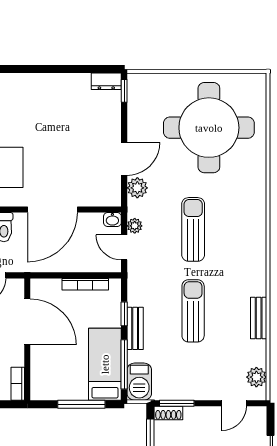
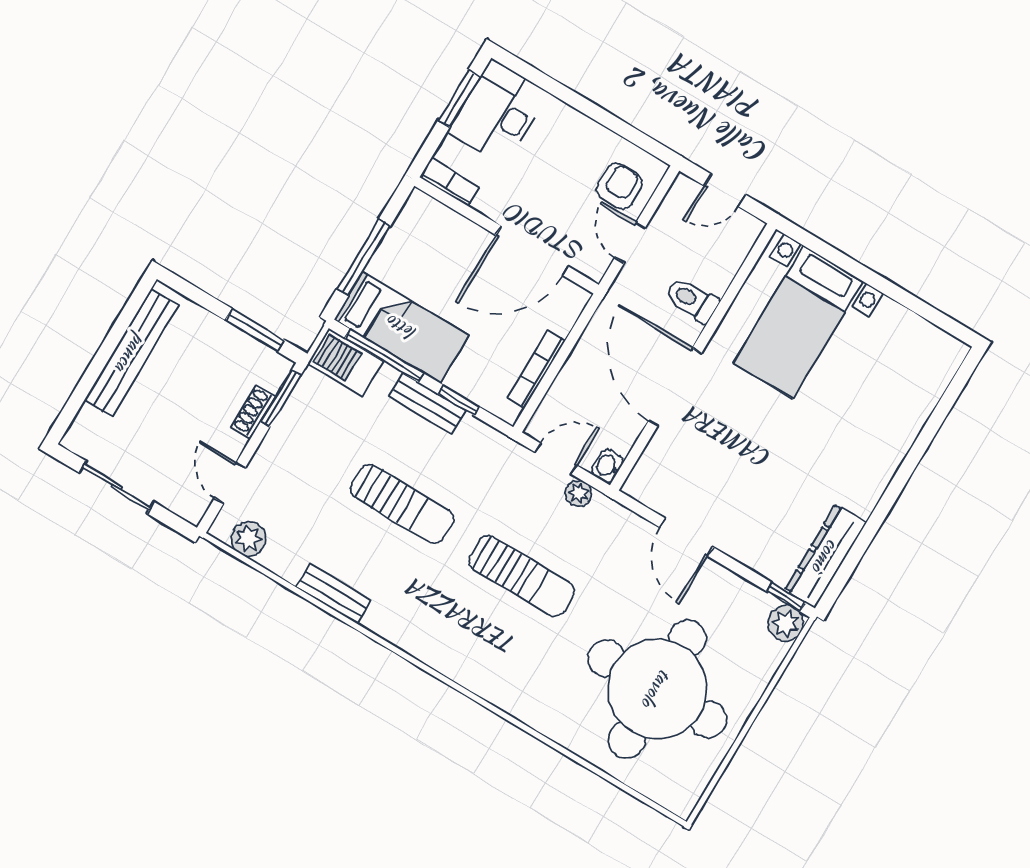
dresser: (106, 81) -> (826, 556), width x1.96, depth x1.24
plant: (137, 188) -> (786, 623), moved
shoe rack: (168, 413) -> (253, 412), moved

